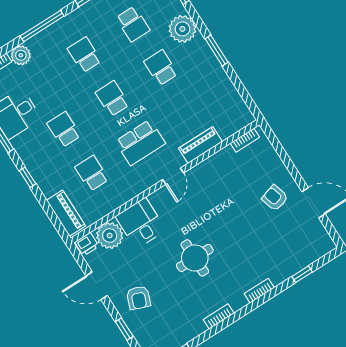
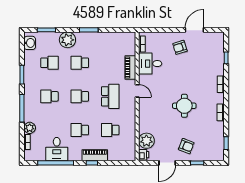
piano: (66, 213) -> (95, 155), moved
desk: (141, 223) -> (150, 64), moved

